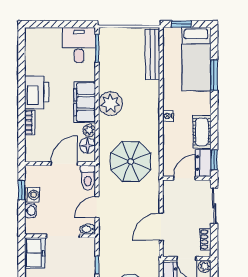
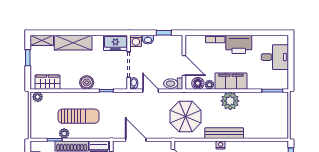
desk: (79, 45) -> (275, 57), moved
bench: (152, 54) -> (224, 133), moved
washing machine: (32, 195) -> (136, 41), moved

